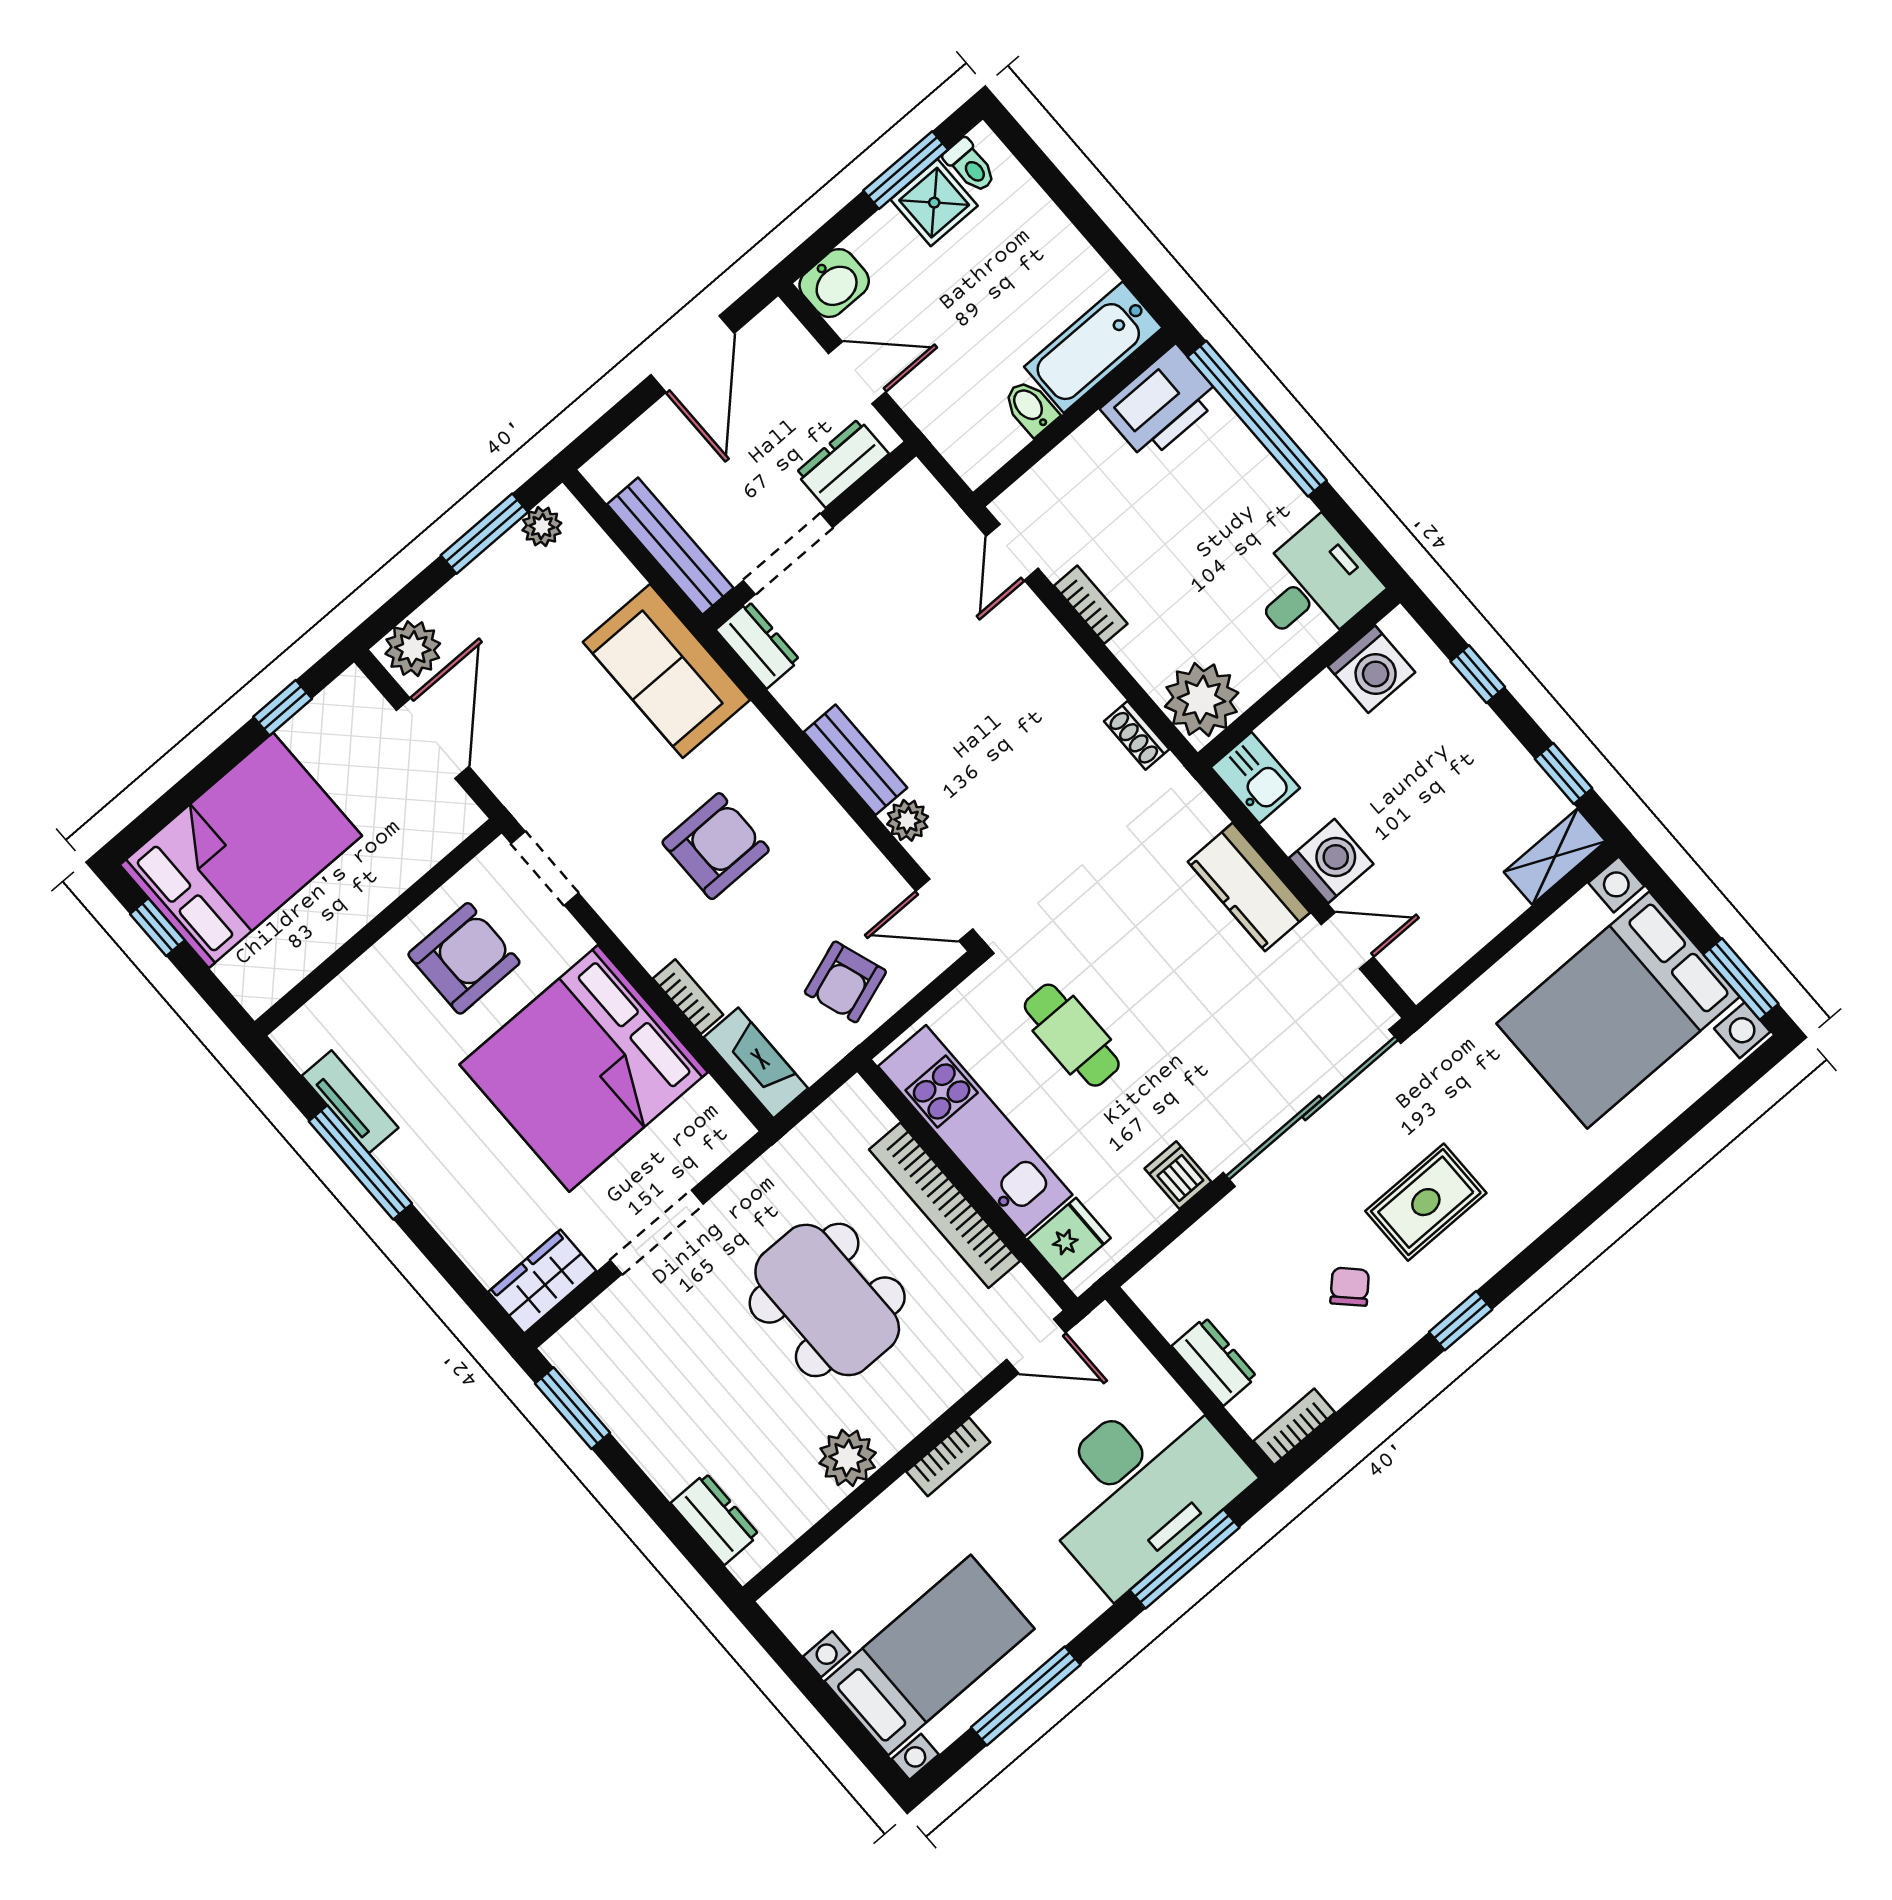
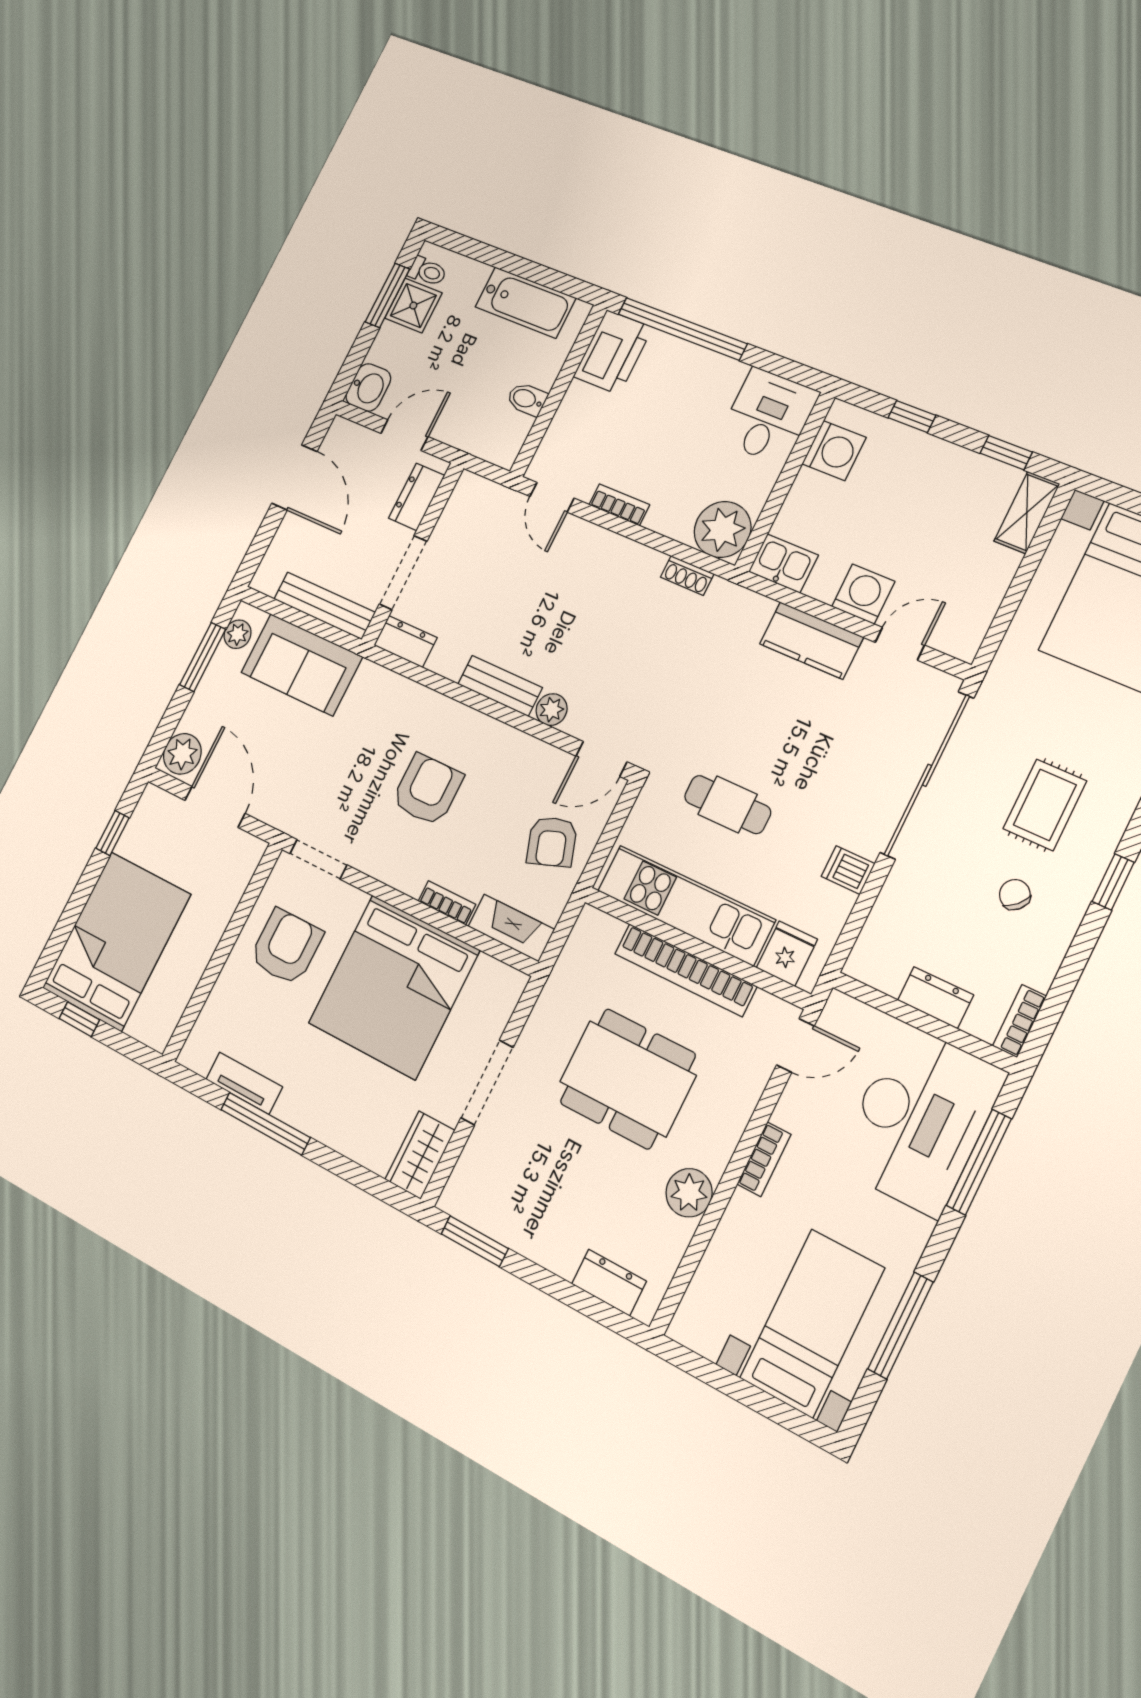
bathtub: (1093, 347) -> (525, 302), moved, turned -90
sofa: (666, 671) -> (302, 665), moved

